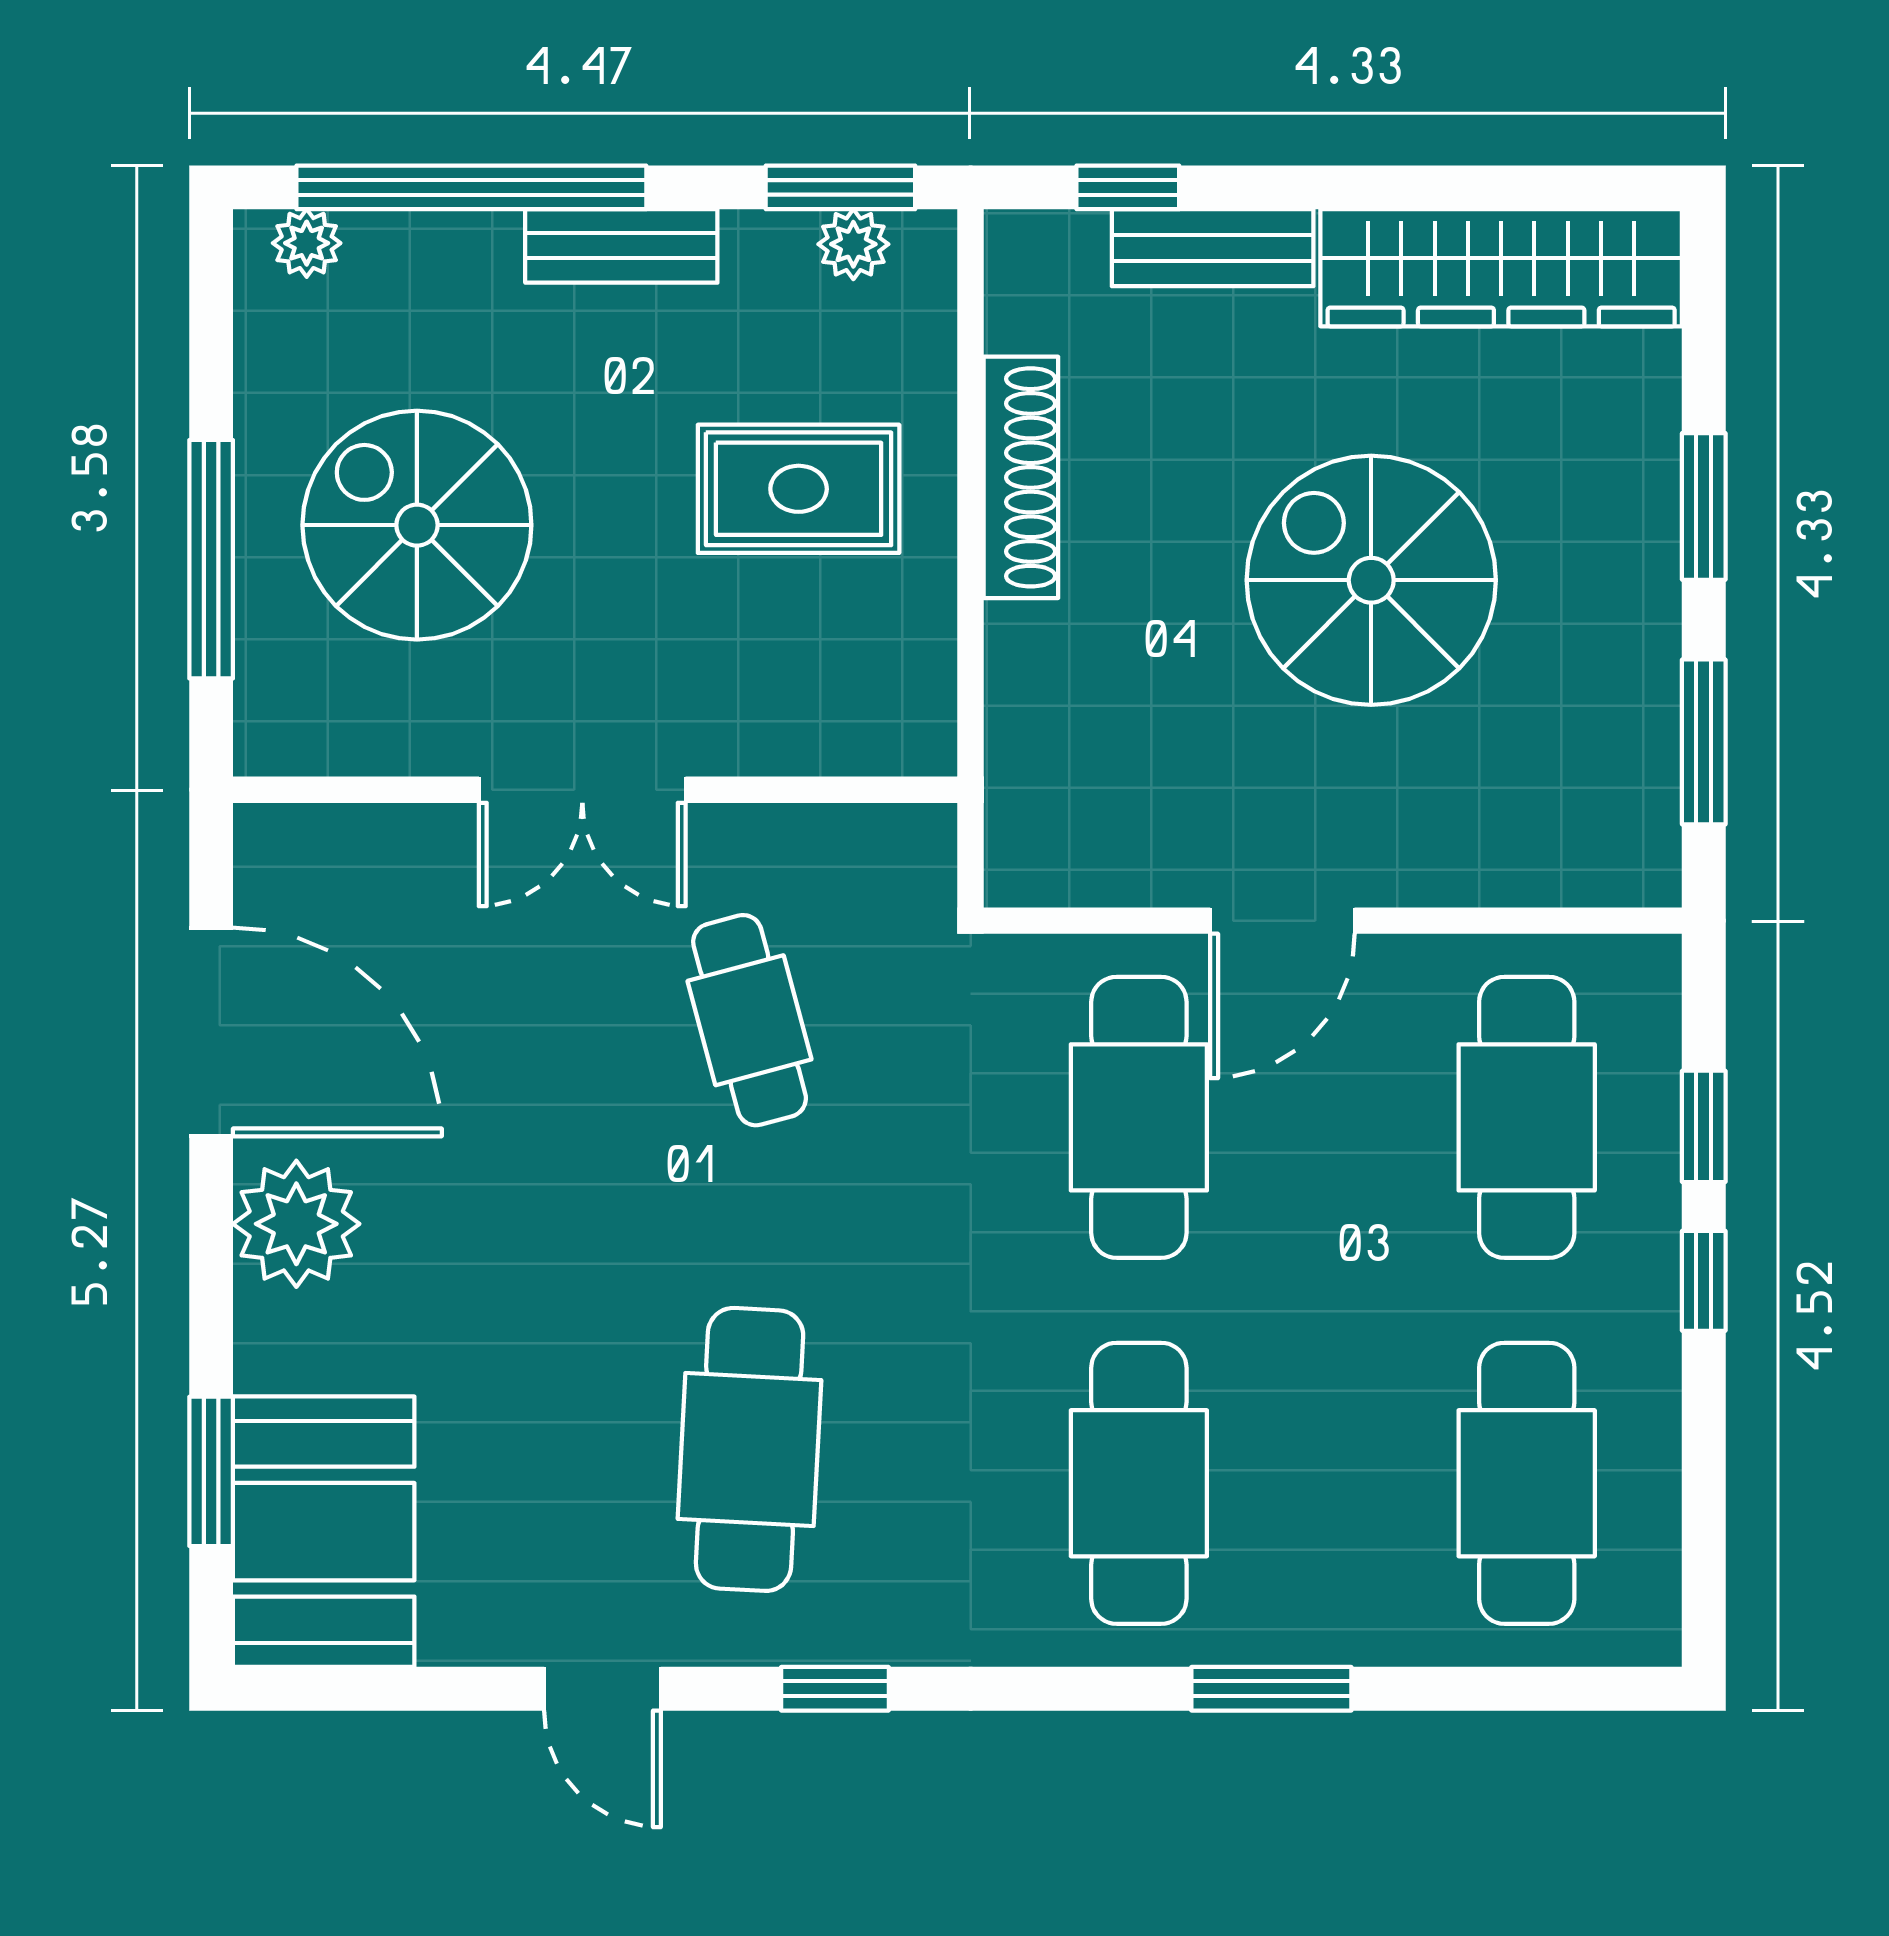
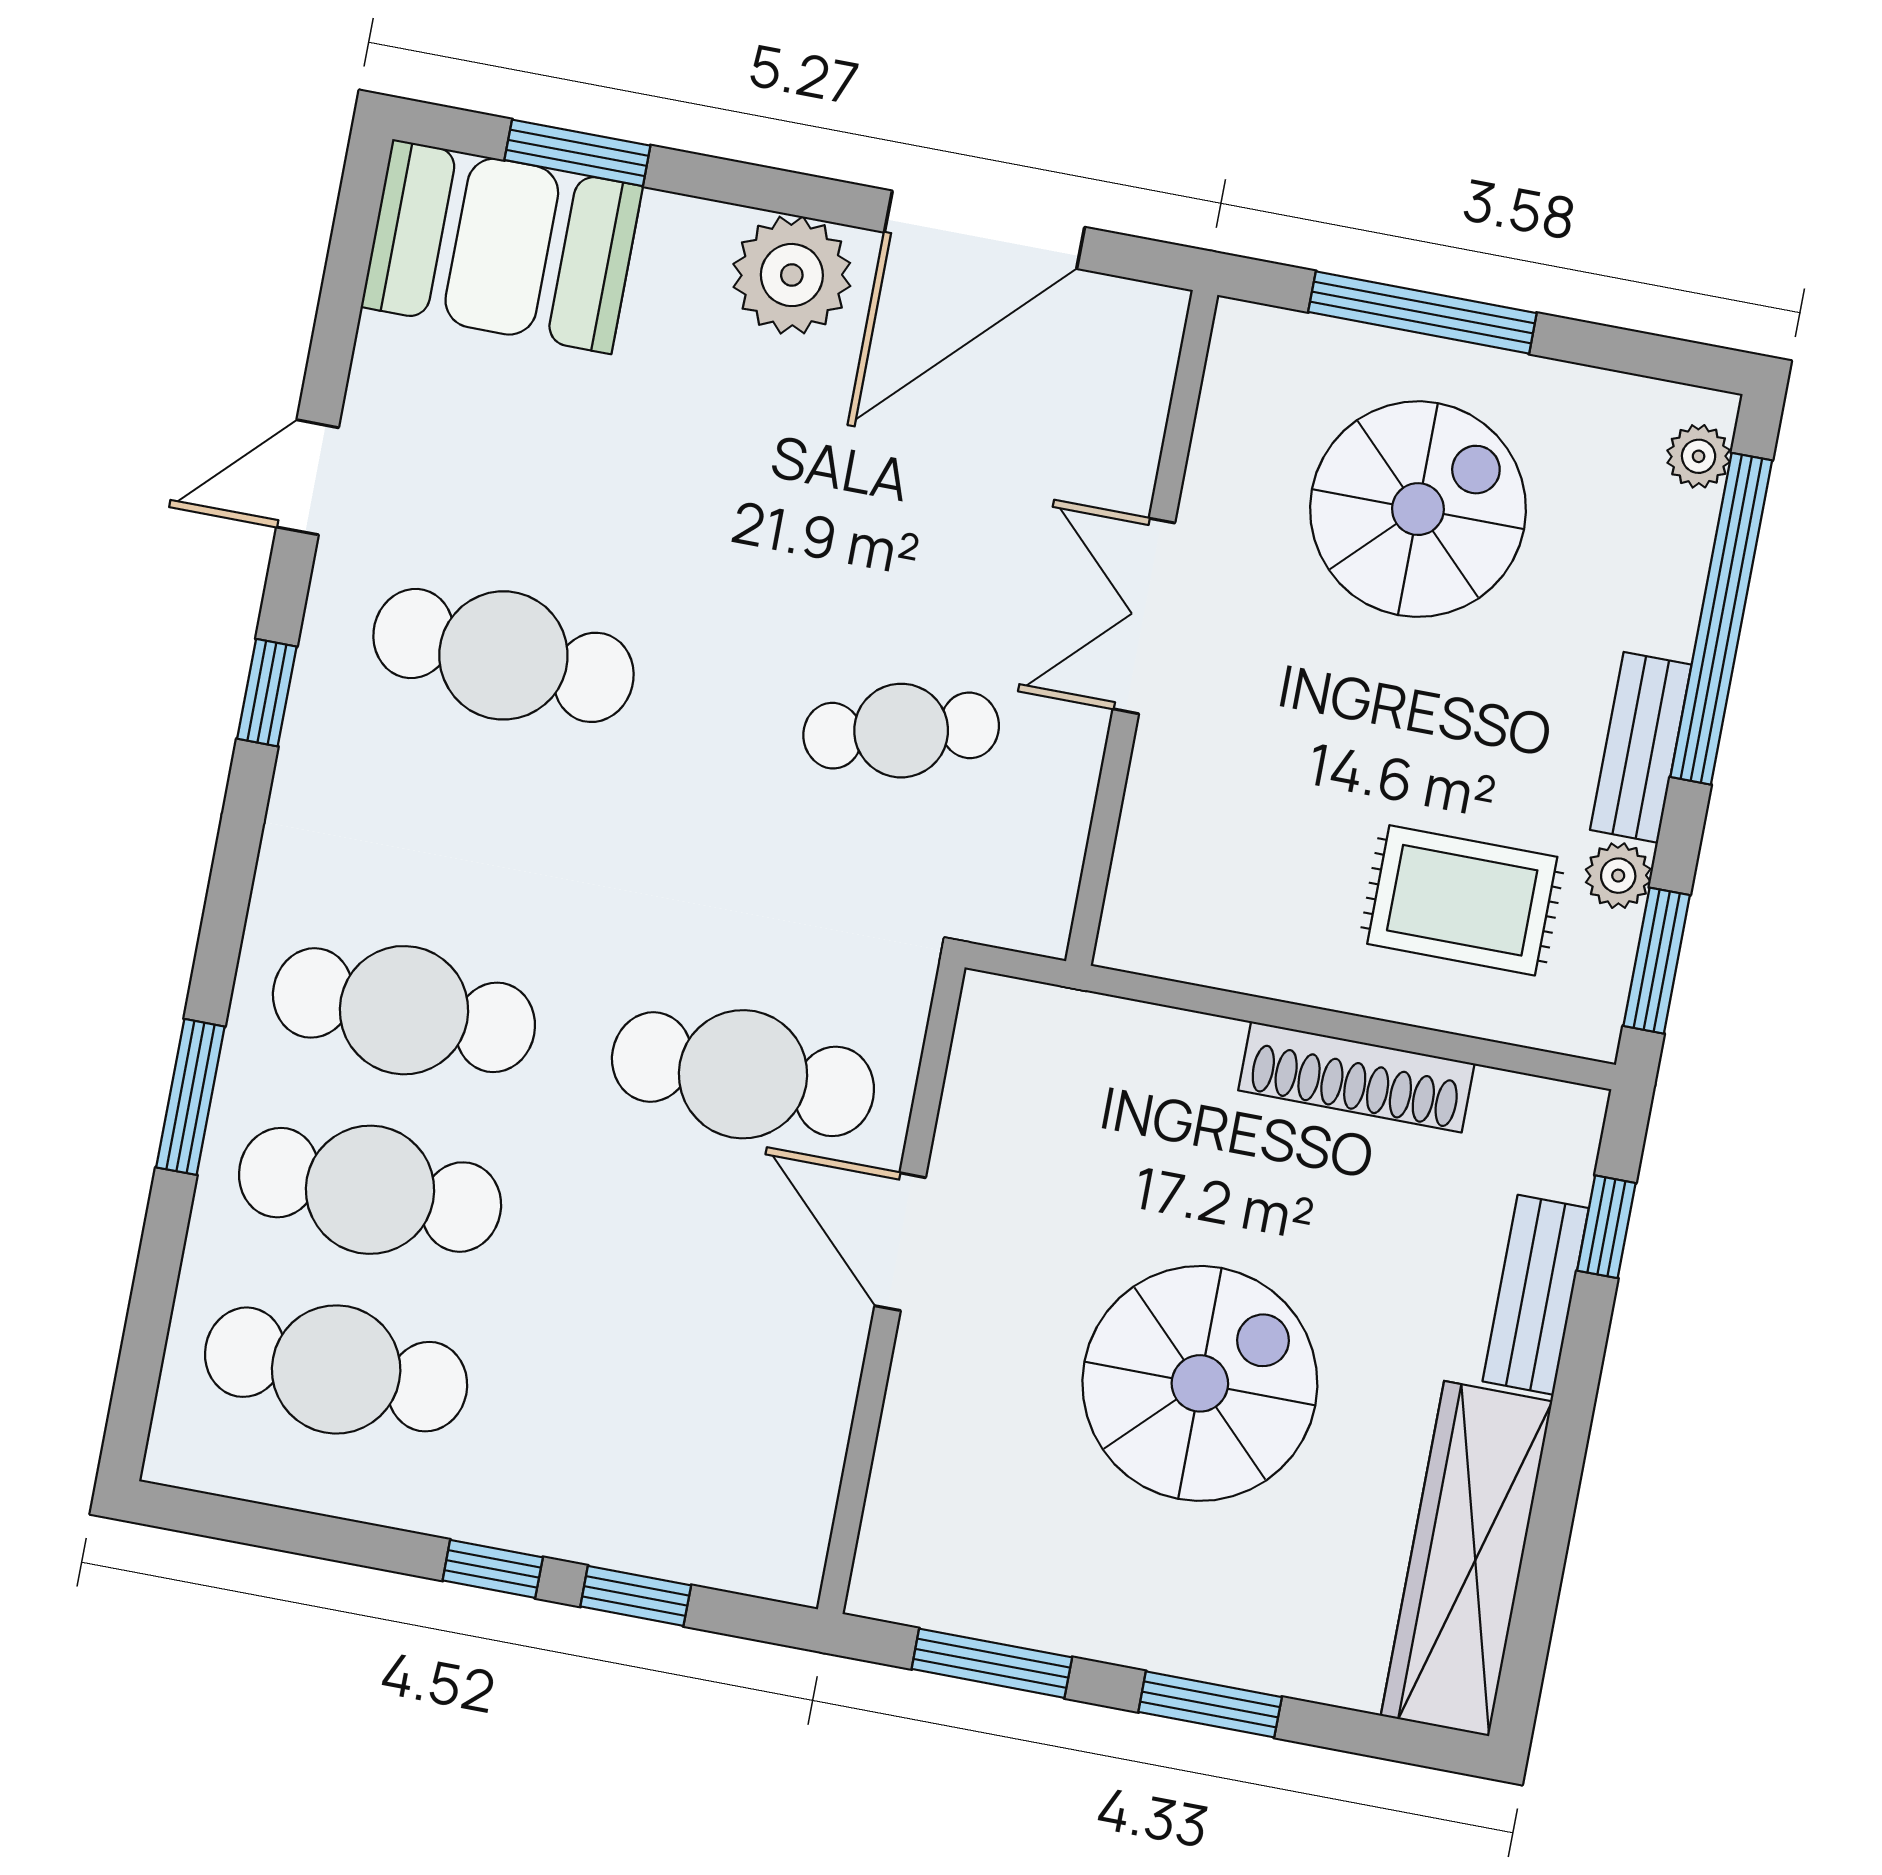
plant: (853, 244) -> (1618, 876), moved
rug: (799, 489) -> (1462, 900), moved, turned 90
cafe table: (1527, 1117) -> (370, 1190), moved

